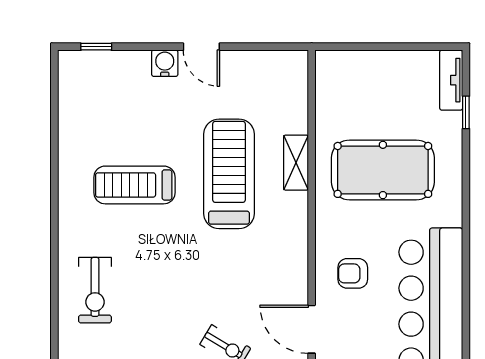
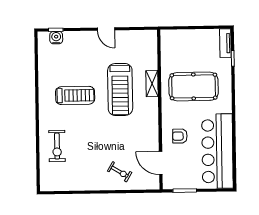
water cooler: (165, 63) -> (56, 38), moved
treadmill: (229, 174) -> (120, 89), turned 180
treadmill: (134, 185) -> (75, 95), turned 180

